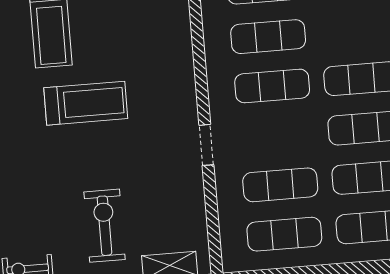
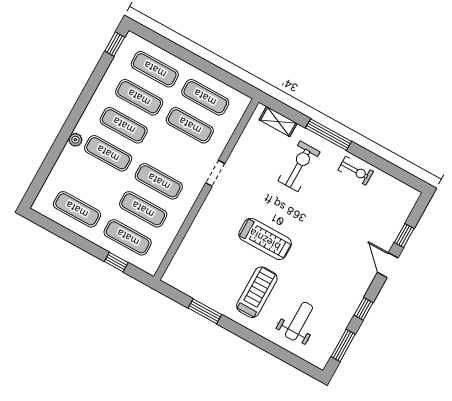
treadmill: (86, 103) -> (265, 239), turned 180
exercise bike: (105, 226) -> (299, 166), turned 180

